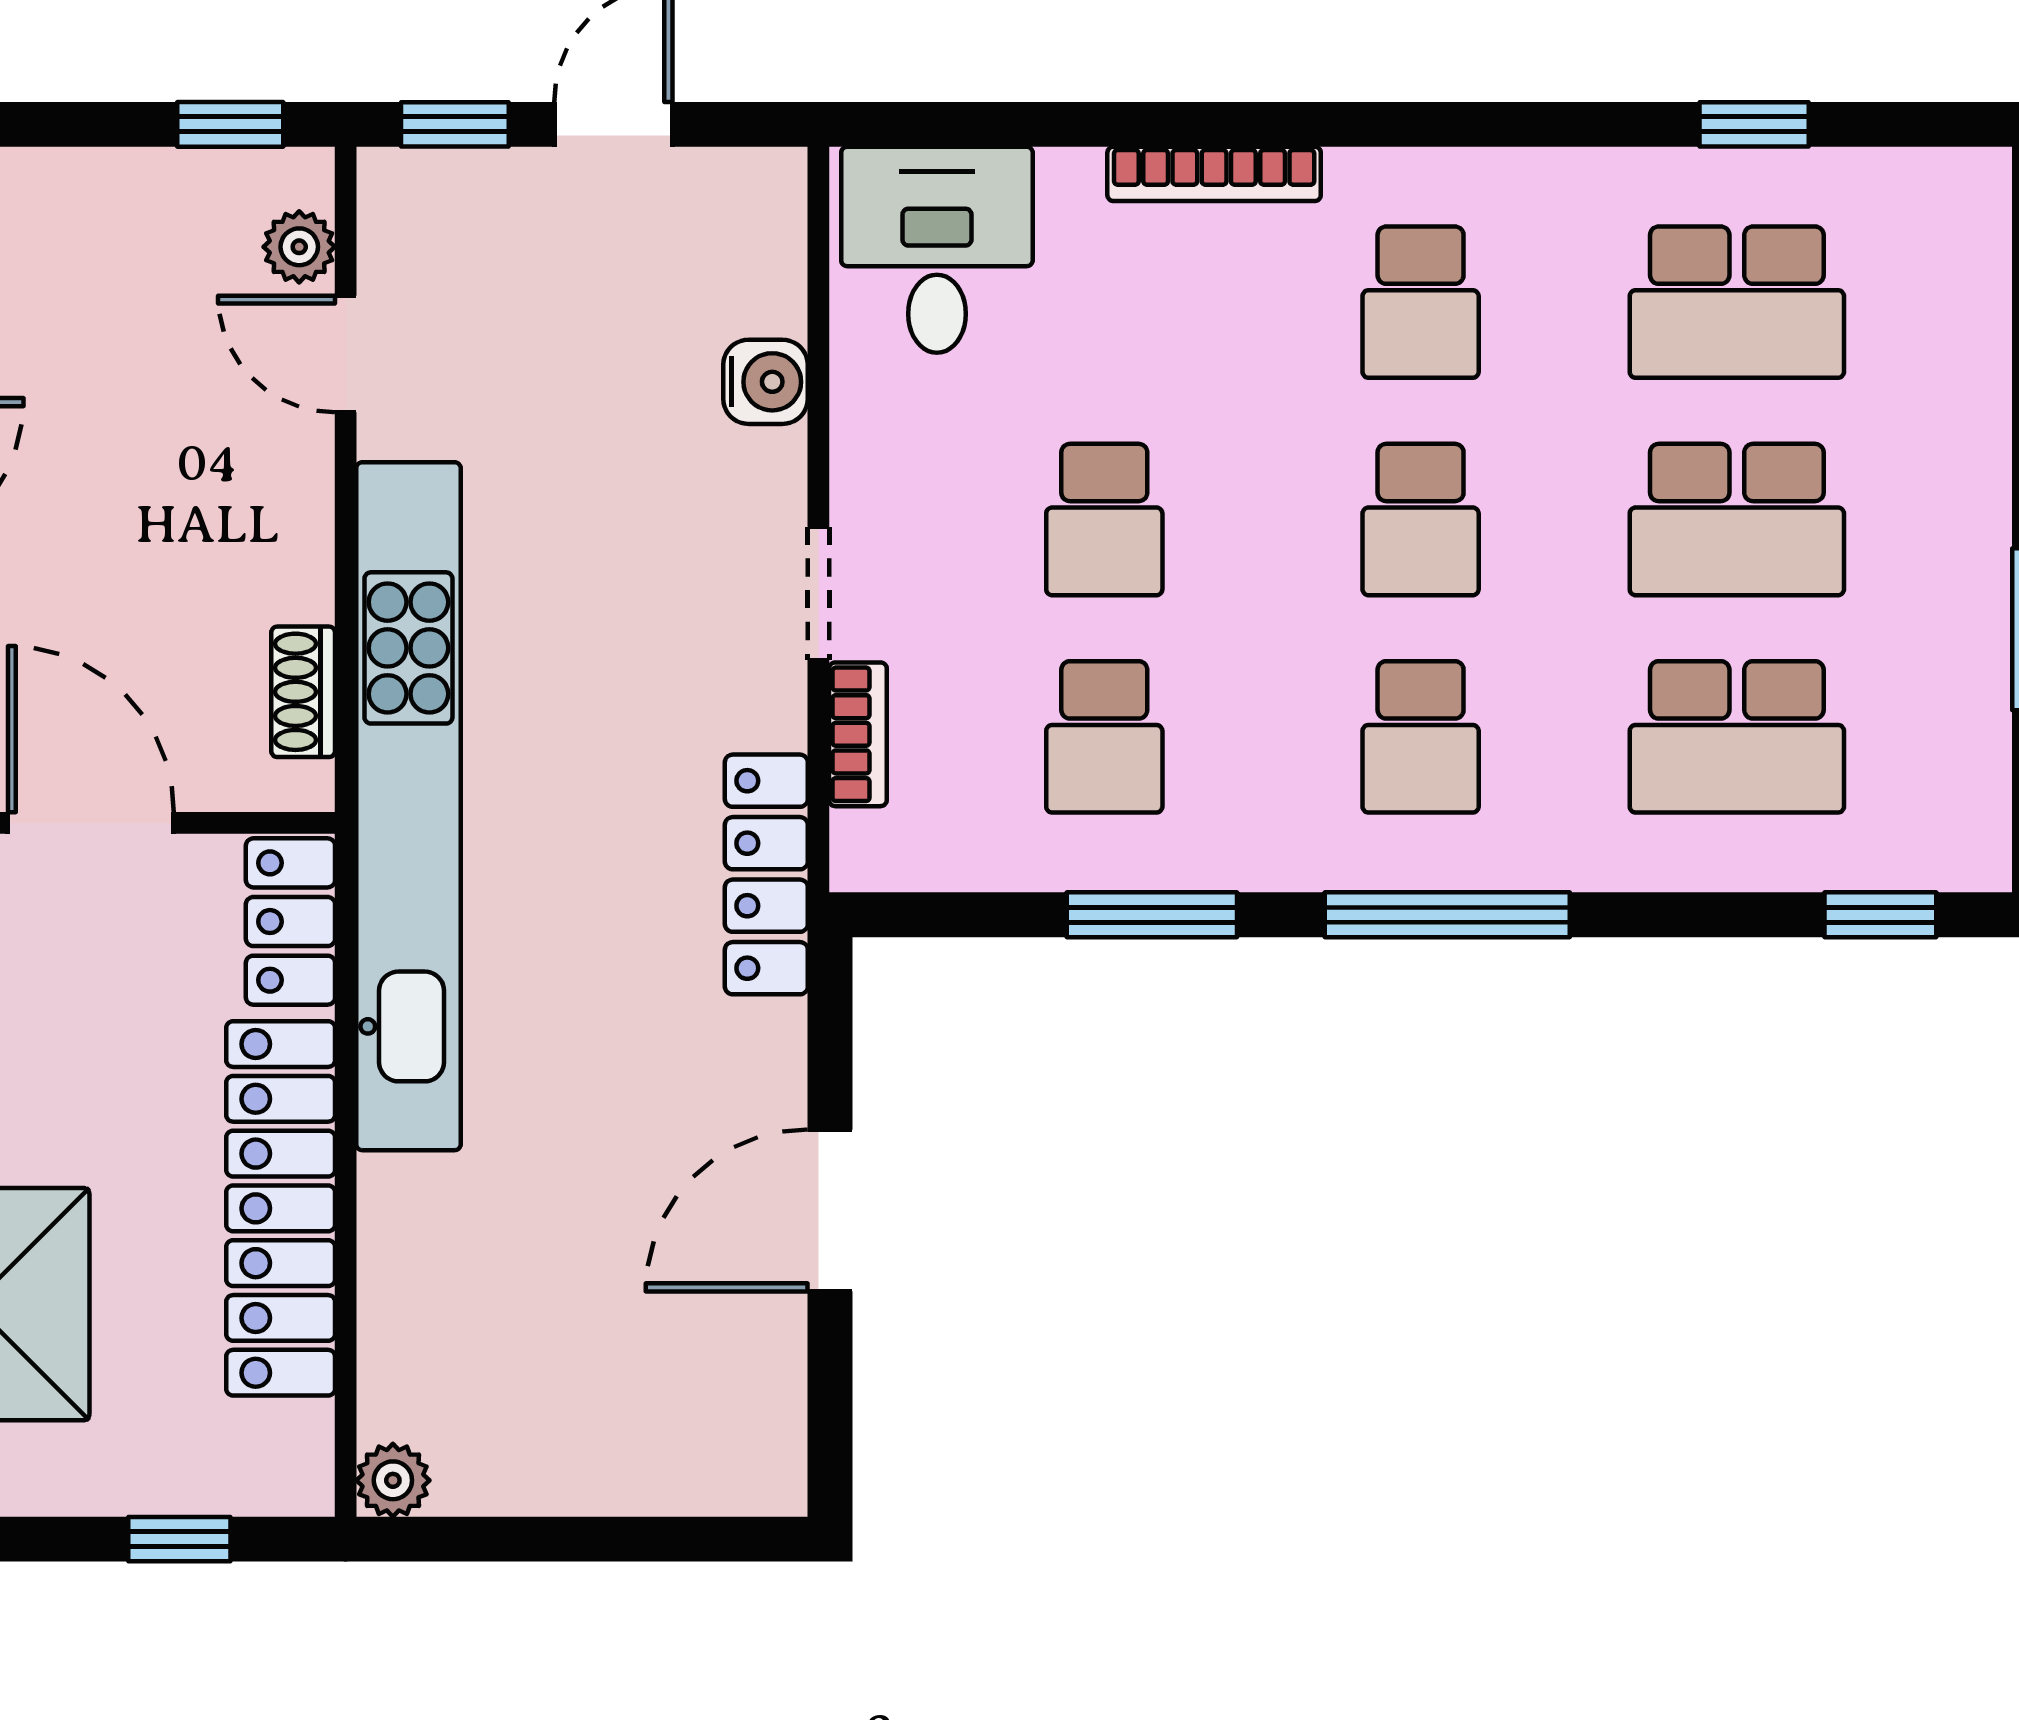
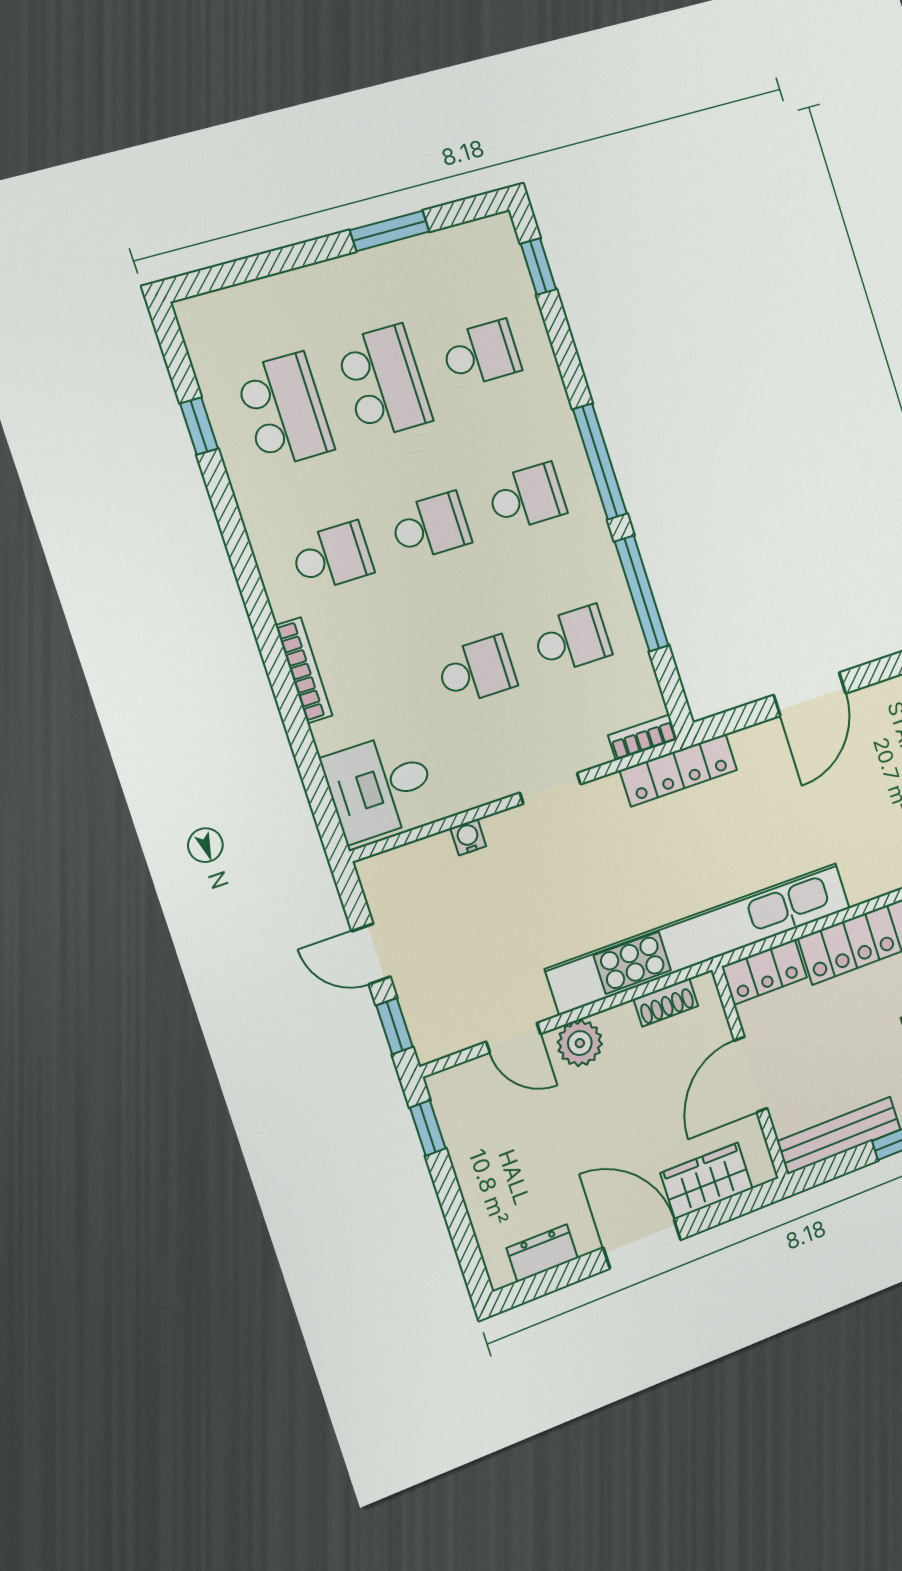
plant: (299, 247) -> (580, 1043), moved, width x1.38, depth x1.38
door: (346, 354) -> (513, 1038), hinge flipped
water cooler: (765, 382) -> (468, 837), width x0.72, depth x0.72
bookcase: (858, 734) -> (643, 737), moved
school desk: (1737, 737) -> (481, 354), width x0.54
window: (1152, 915) -> (642, 593), width x1.44
door: (830, 1210) -> (810, 694), hinge flipped

